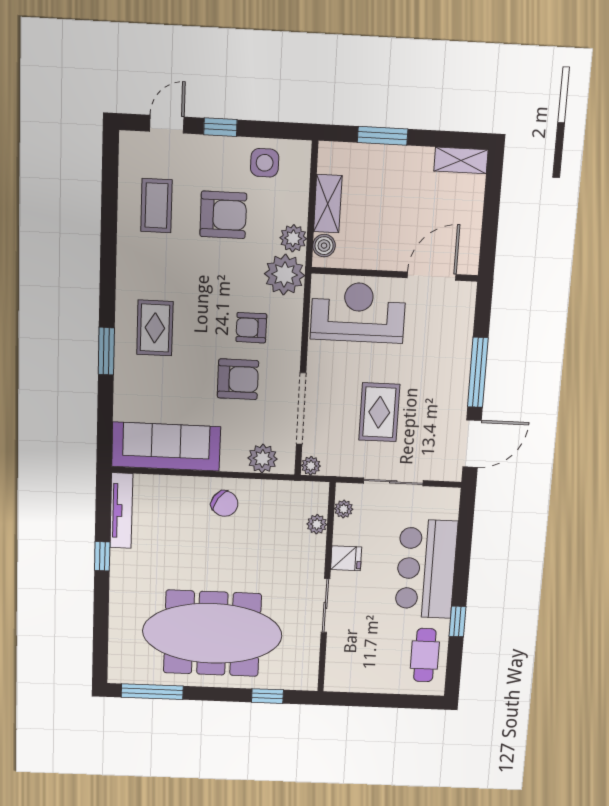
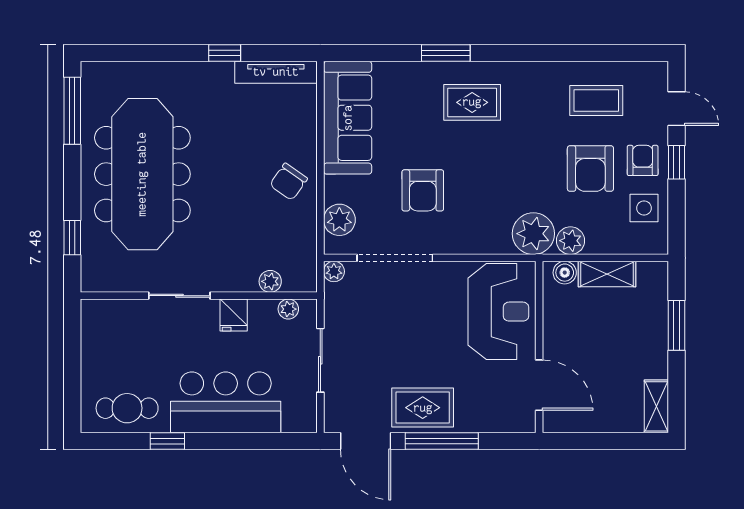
armchair: (251, 328) -> (643, 160), moved
rug: (379, 412) -> (423, 408), moved

